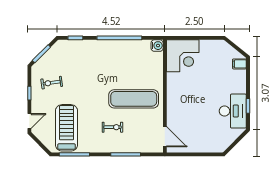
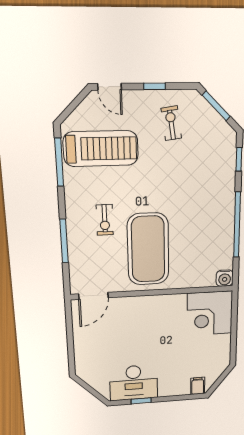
exercise mat: (134, 99) -> (148, 249), width x1.47

